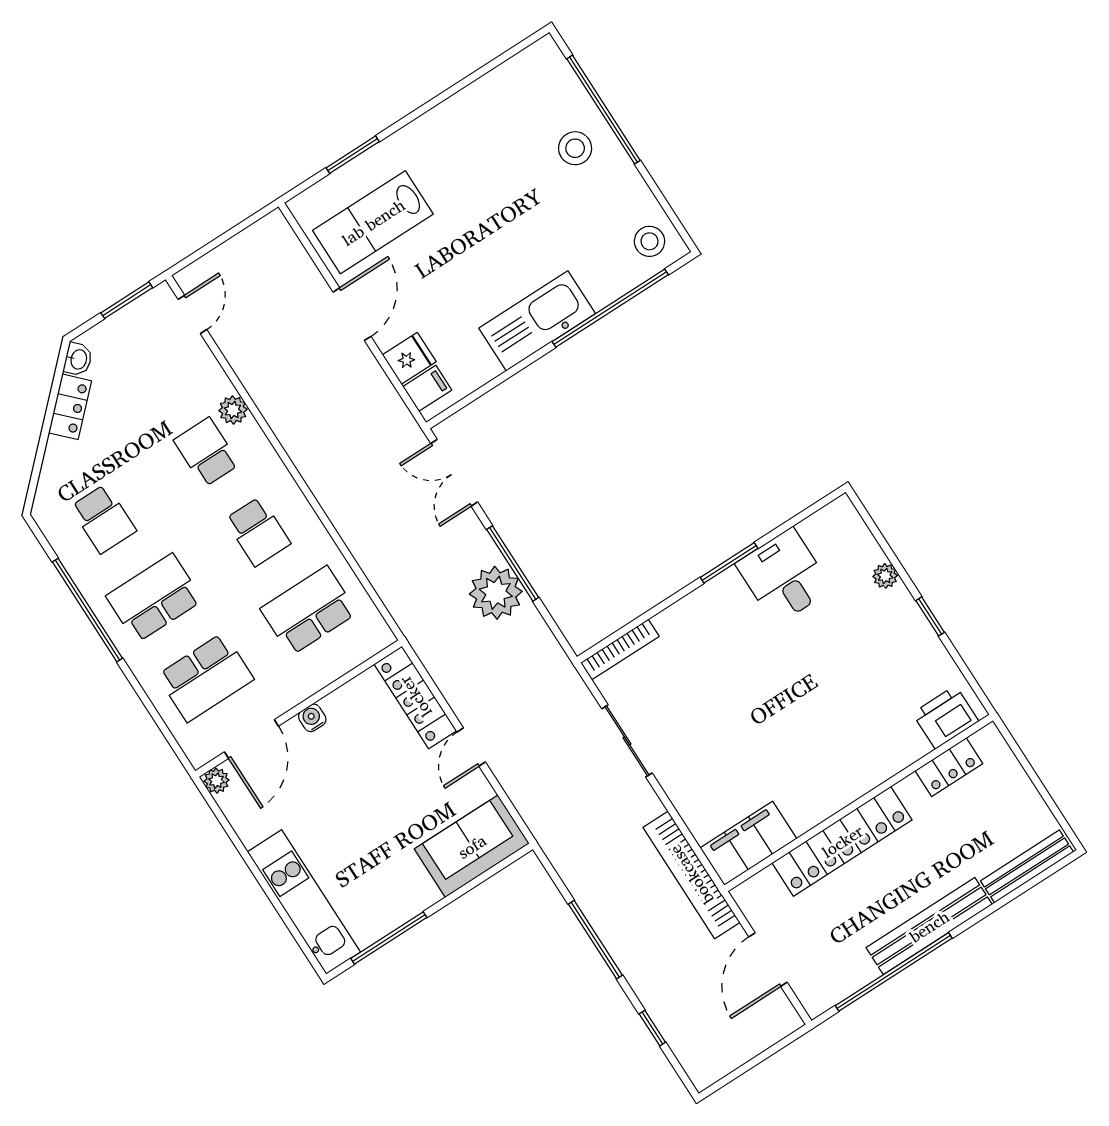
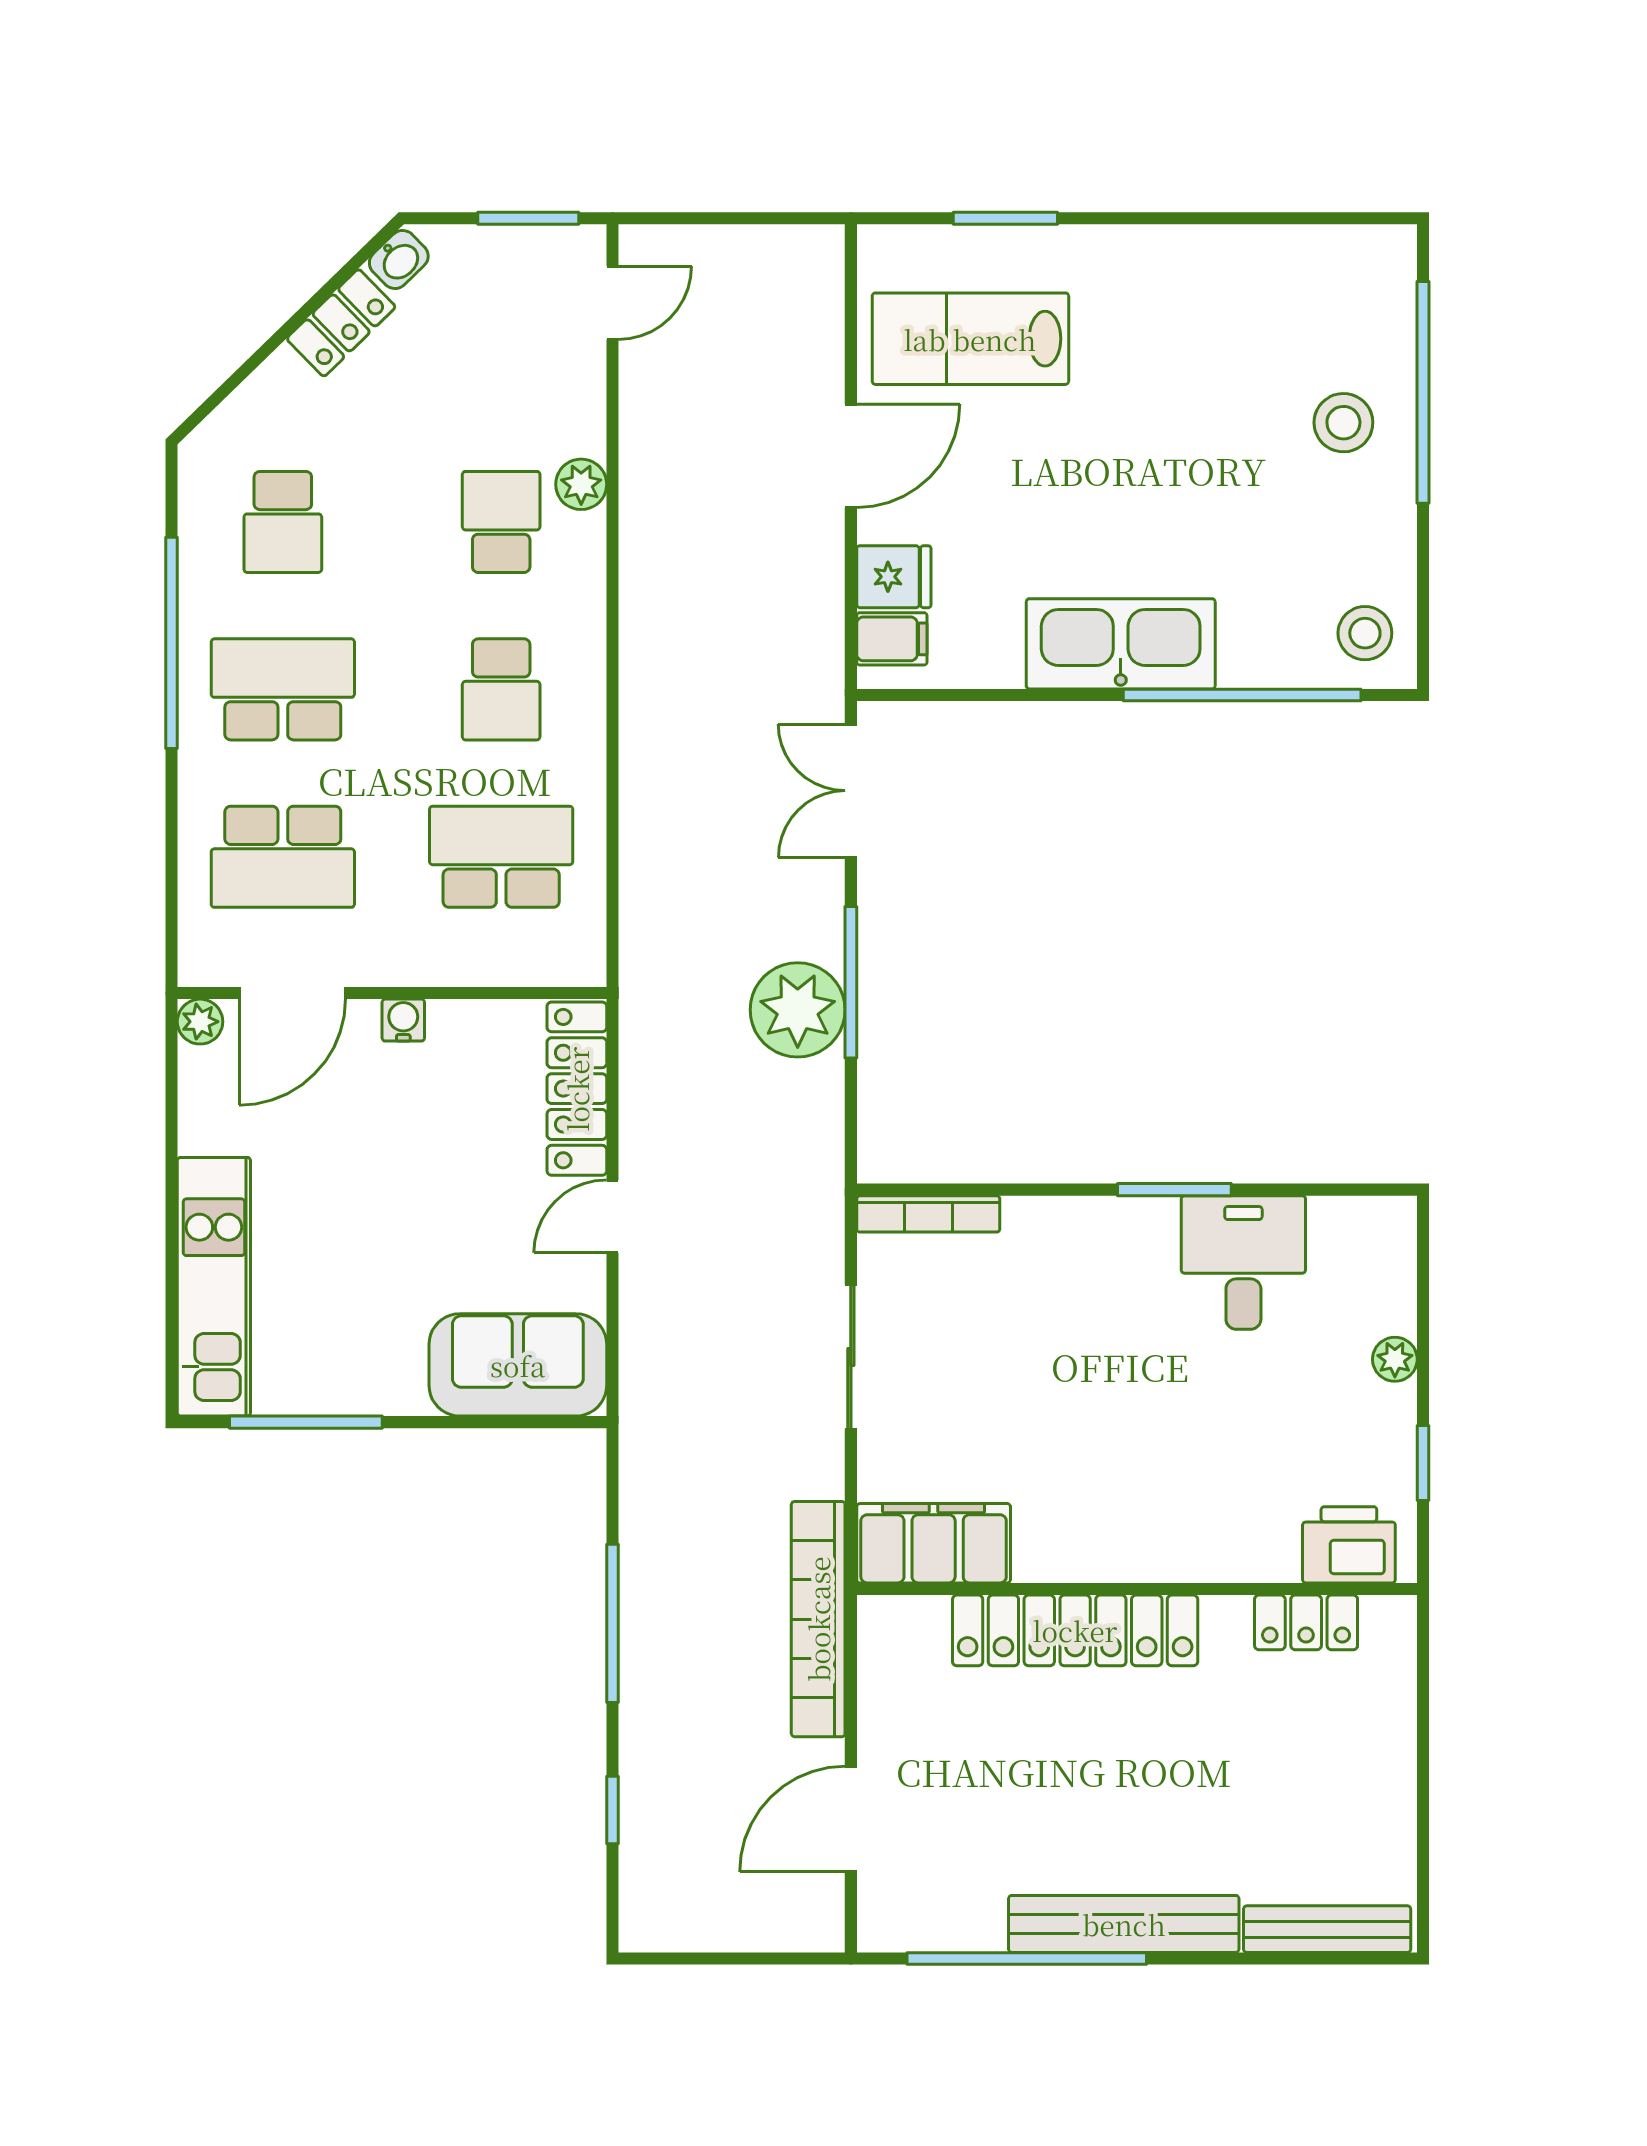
printer: (946, 717) -> (1349, 1545), moved
locker: (949, 767) -> (1306, 1622), moved
wall: (859, 803) -> (1137, 1589), moved
locker: (842, 841) -> (1075, 1630), moved
filing cabinet: (748, 843) -> (934, 1543), moved

